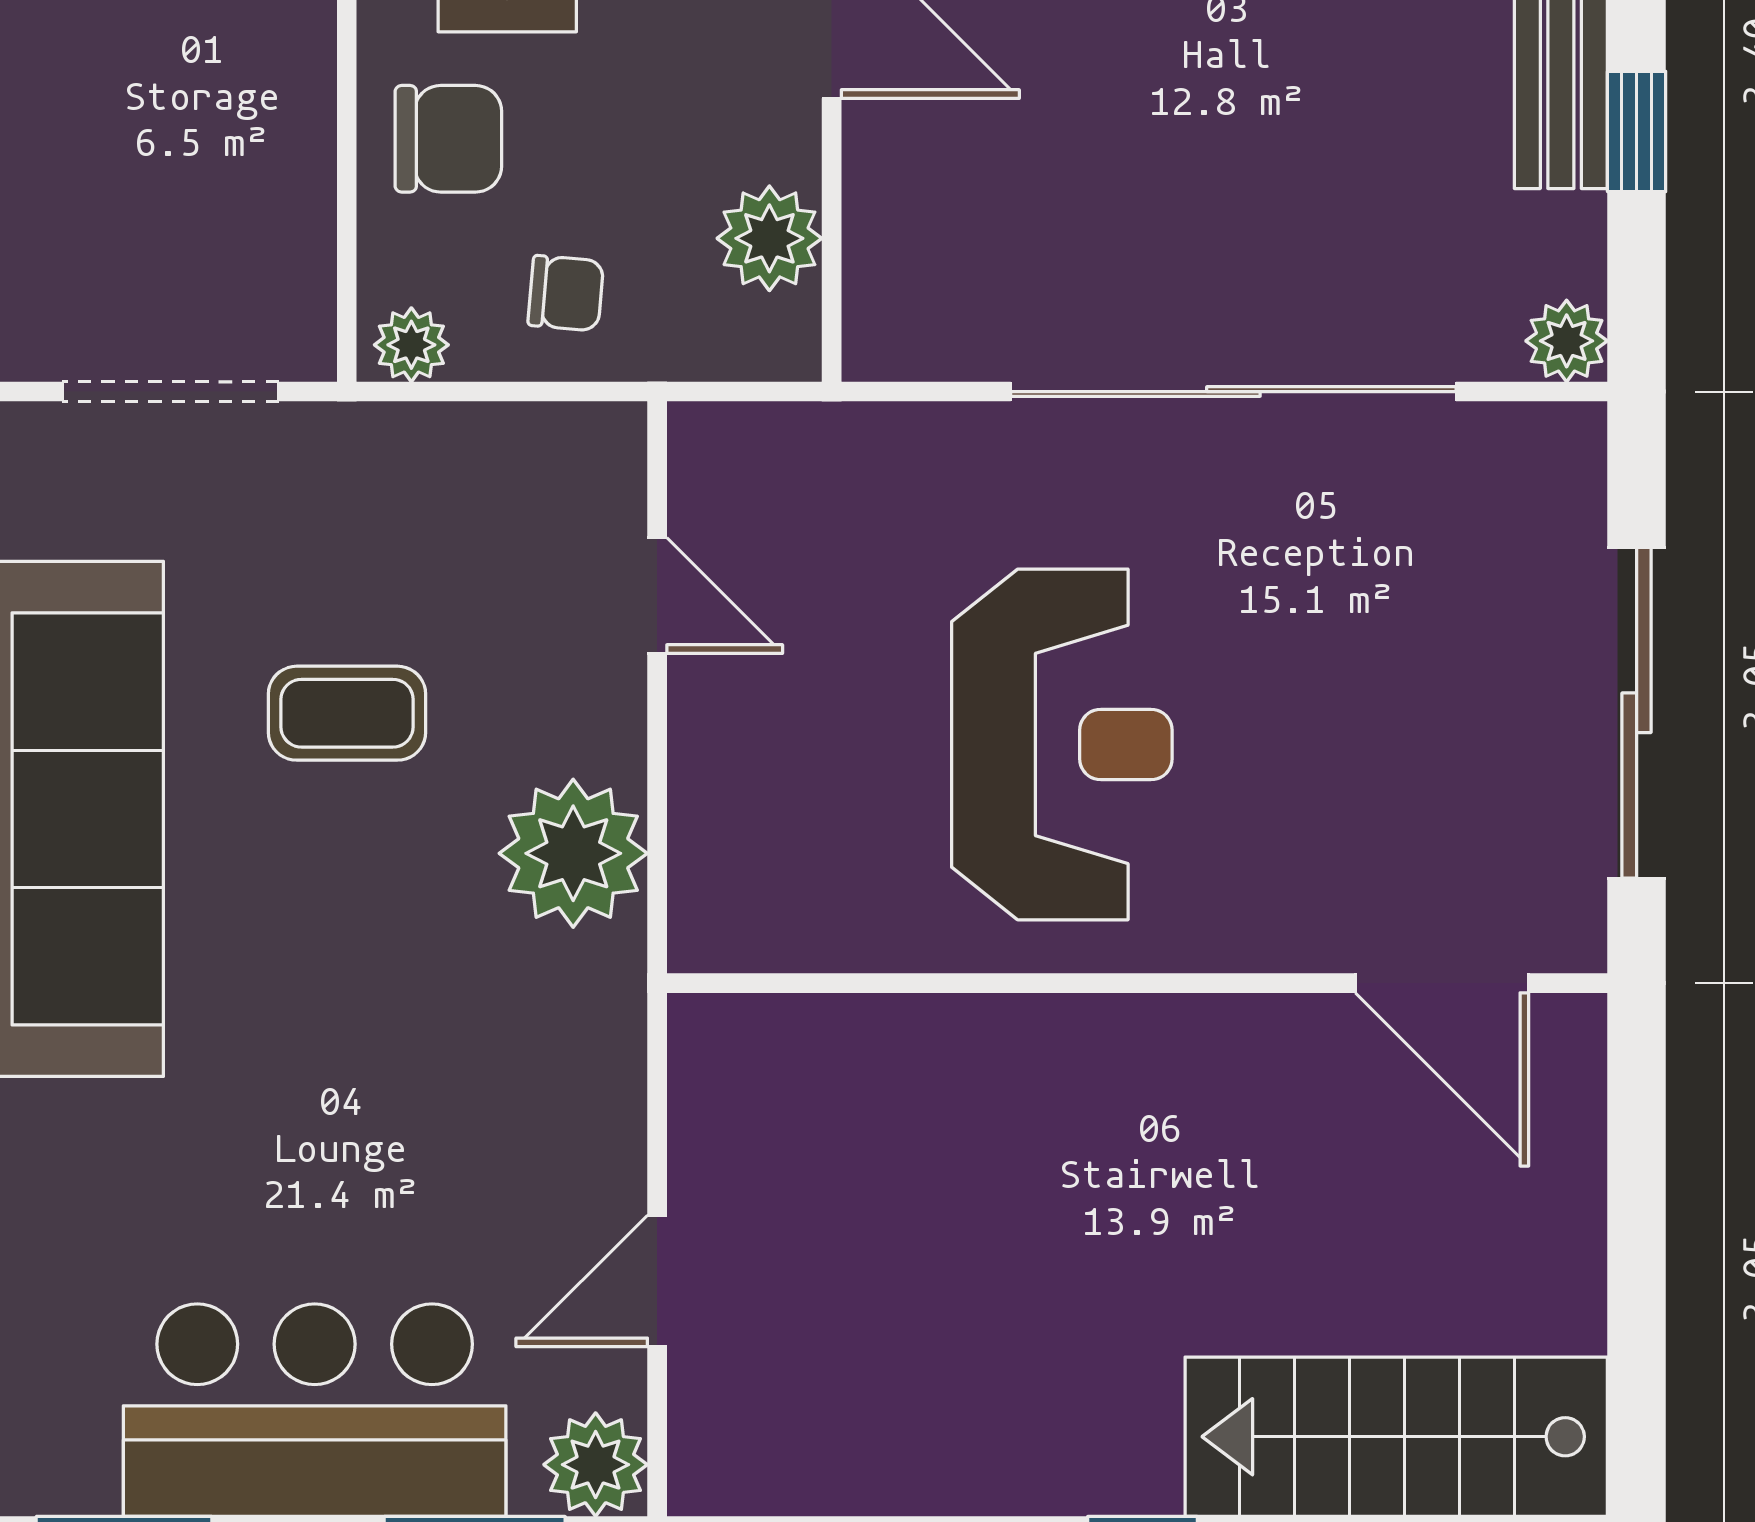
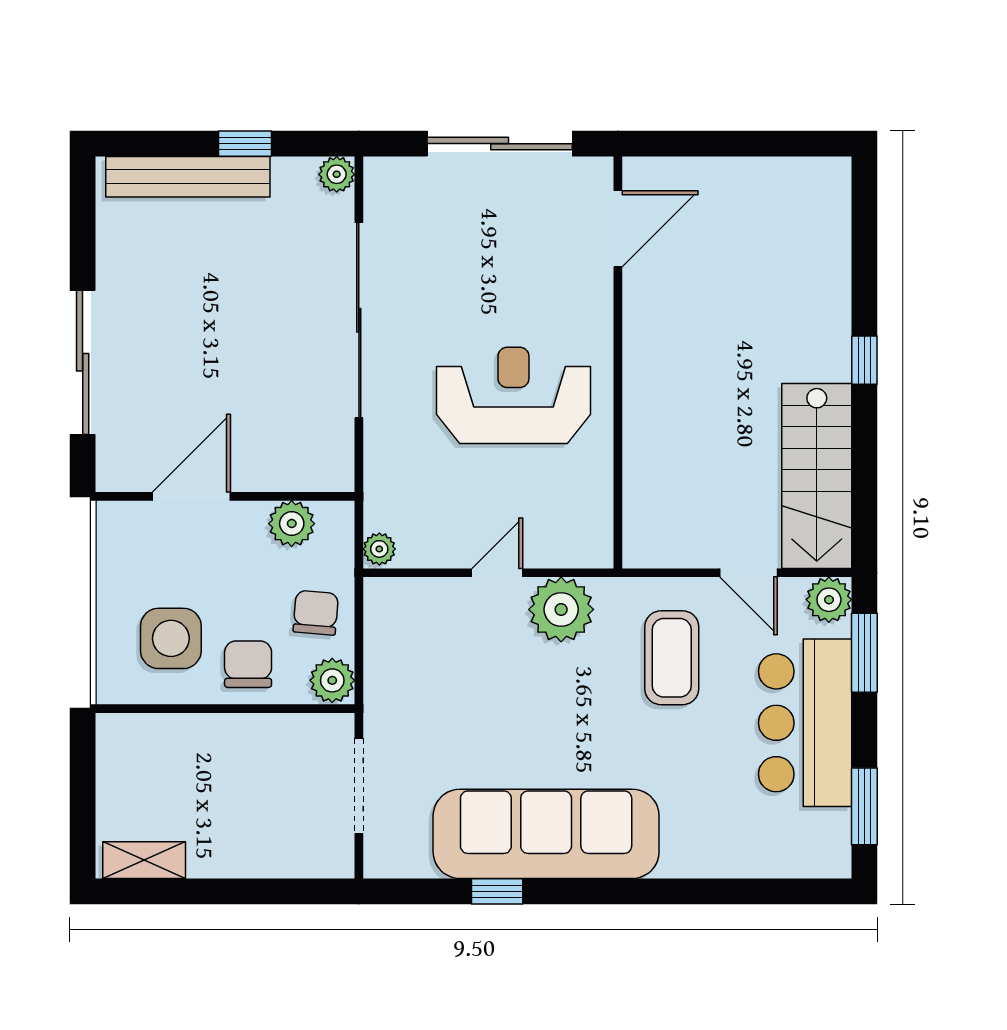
chair: (566, 293) -> (316, 613), width x1.37, depth x1.37
plant: (411, 345) -> (332, 680), width x1.38, depth x1.38
plant: (711, 438) -> (379, 549), added
door: (657, 596) -> (497, 573), moved
coffee table: (347, 713) -> (672, 658), moved, width x1.36, depth x1.30
stairs: (1396, 1437) -> (817, 476), moved

